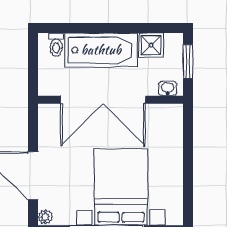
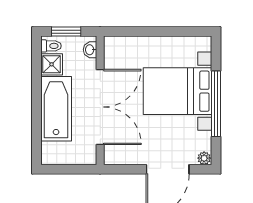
toilet: (56, 44) -> (51, 46), moved

